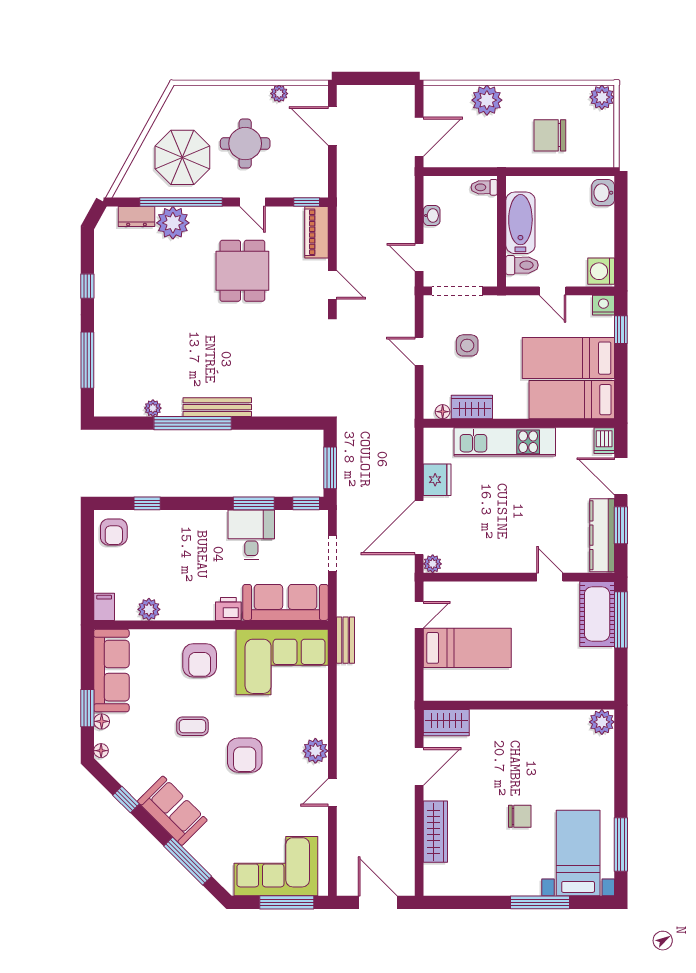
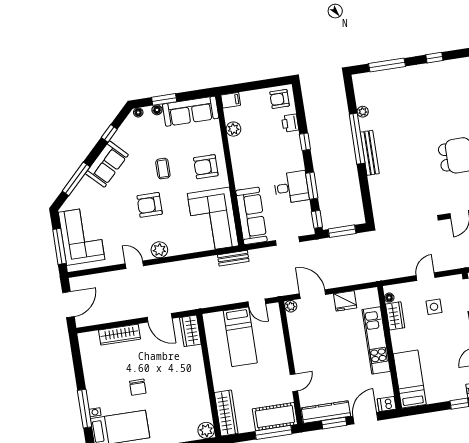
bed: (568, 358) -> (436, 373), removed
window: (147, 503) -> (305, 142), moved
door: (419, 528) -> (313, 294), width x0.73
printer: (228, 609) -> (290, 123), moved, turned 180
wardrobe: (580, 688) -> (226, 413), added

